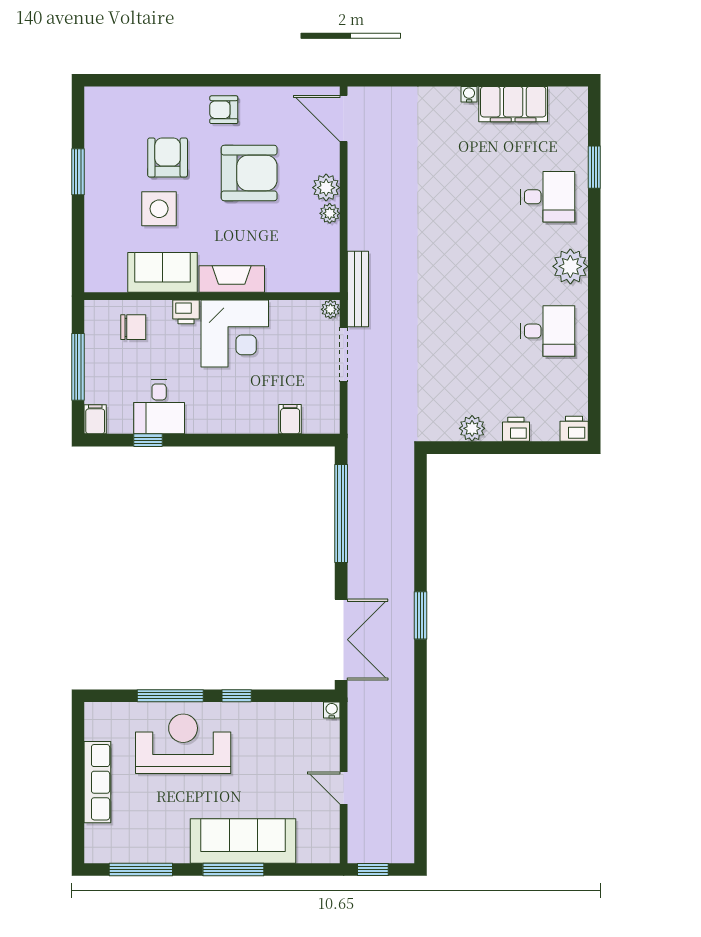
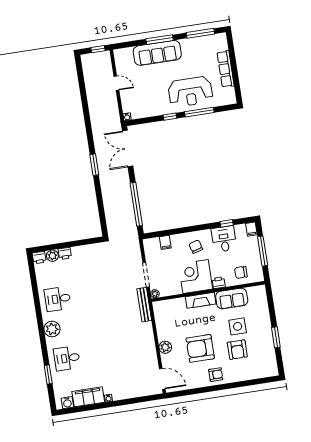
water cooler: (561, 99) -> (67, 403), added
plant: (330, 213) -> (162, 336), removed
chair: (224, 399) -> (196, 247), added
plant: (472, 428) -> (52, 256), moved

